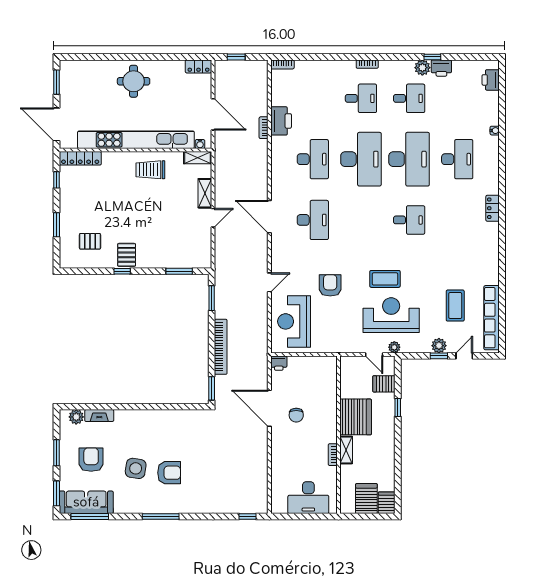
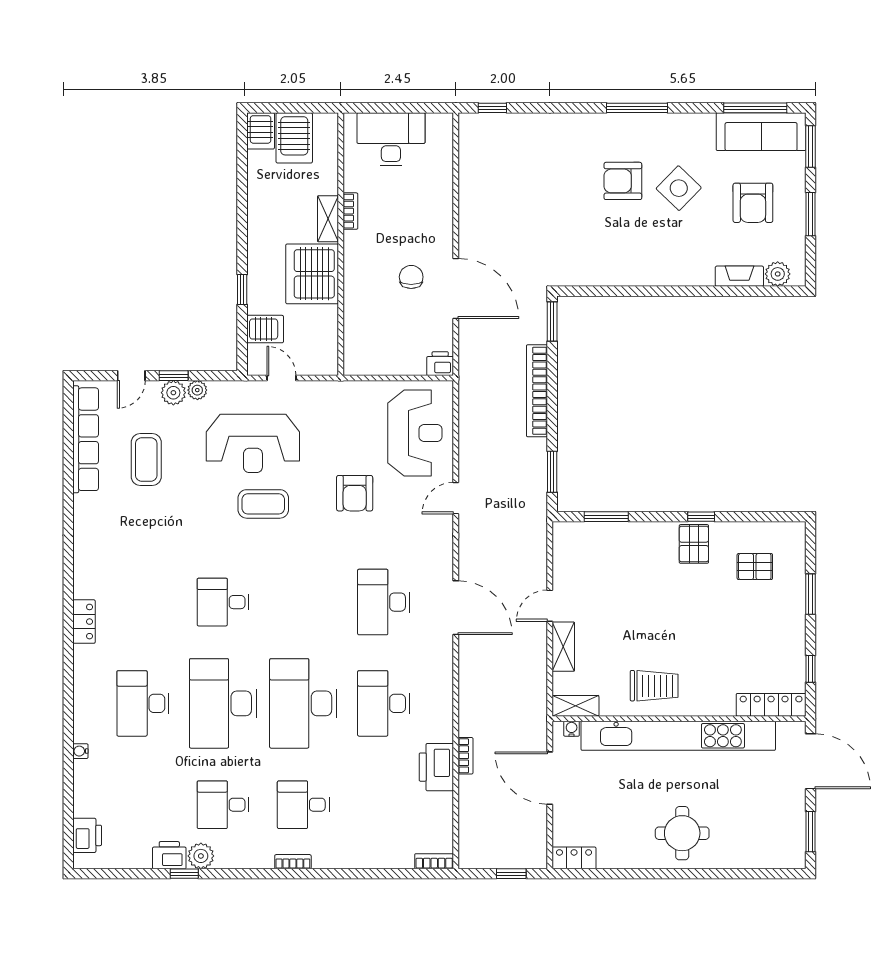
plant: (394, 347) -> (197, 390), moved
side table: (136, 468) -> (679, 188), turned 36

